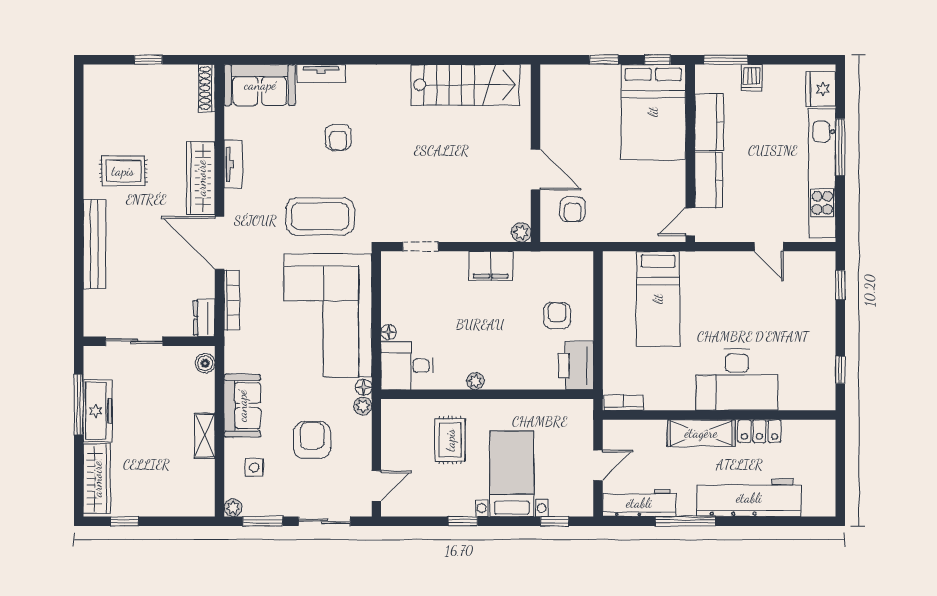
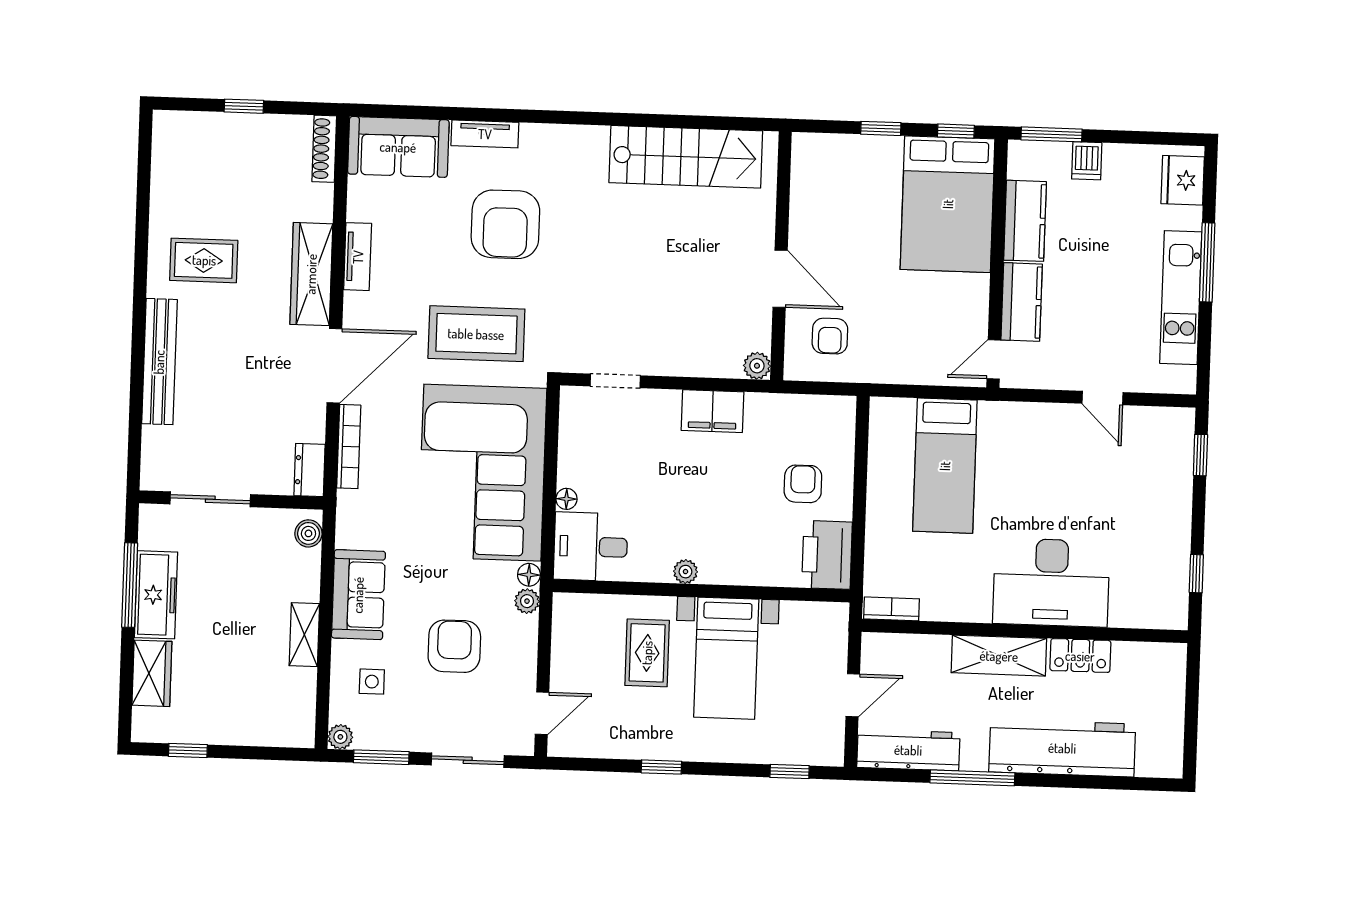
armchair: (338, 138) -> (505, 224), width x1.88, depth x1.88
kitchen unit: (822, 173) -> (1181, 298), width x0.73
door: (219, 243) -> (334, 366), swing flipped
bed with nightstands: (512, 474) -> (726, 658), moved, turned 180
wardrobe: (97, 479) -> (152, 673), width x0.67

